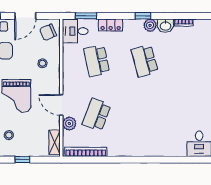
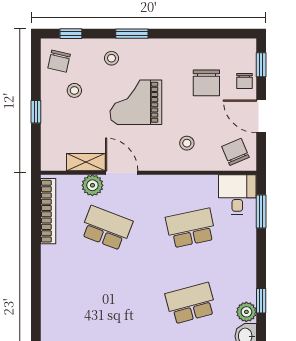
locker: (111, 25) -> (247, 250), removed
door: (61, 105) -> (122, 173), hinge flipped
shelving: (55, 142) -> (86, 162), moved

